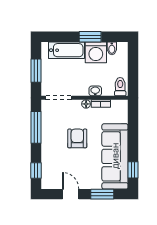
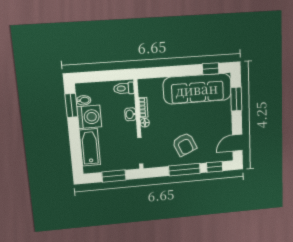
window: (90, 37) -> (71, 105), moved
window: (36, 127) -> (184, 170), moved
armchair: (77, 138) -> (184, 144), moved, turned -114
door: (71, 194) -> (237, 143), moved

